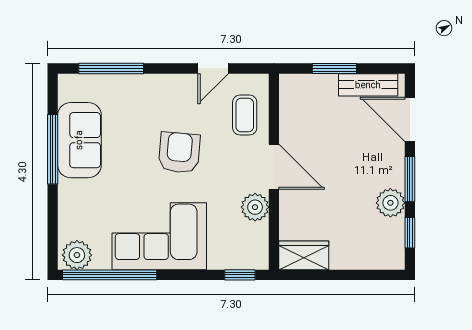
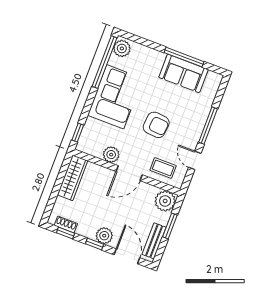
window: (111, 68) -> (208, 126), moved
plant: (297, 91) -> (165, 201), added
door: (410, 119) -> (127, 256), hinge flipped
window: (410, 179) -> (95, 244), width x0.67
plant: (390, 203) -> (104, 236), moved
shoe rack: (396, 238) -> (66, 224), added
wardrobe: (304, 255) -> (73, 178), width x1.50

